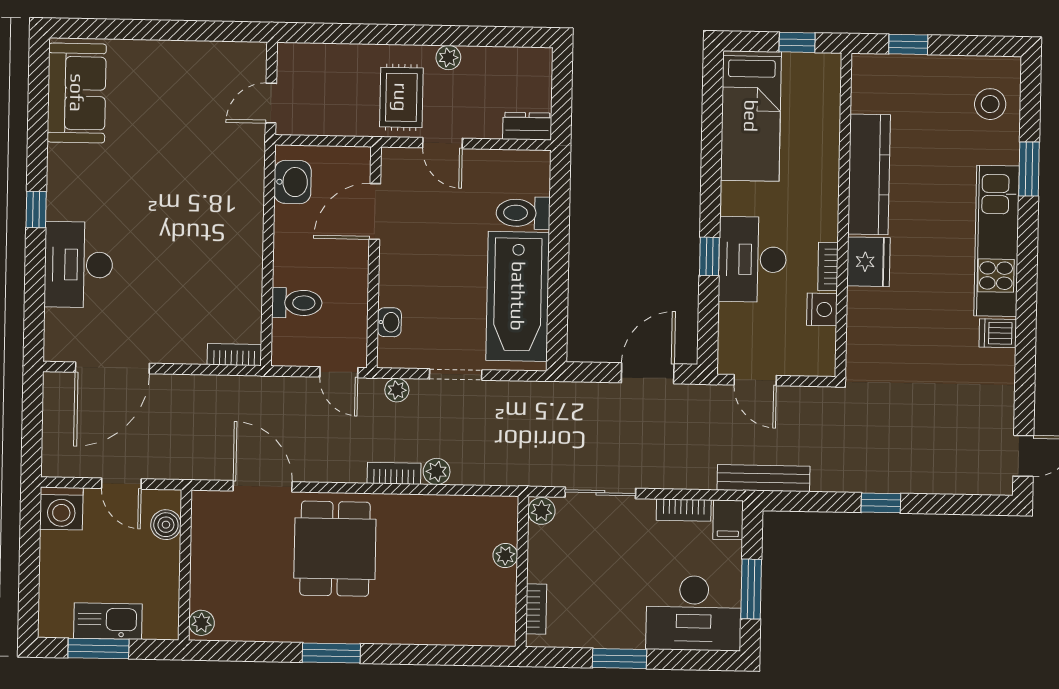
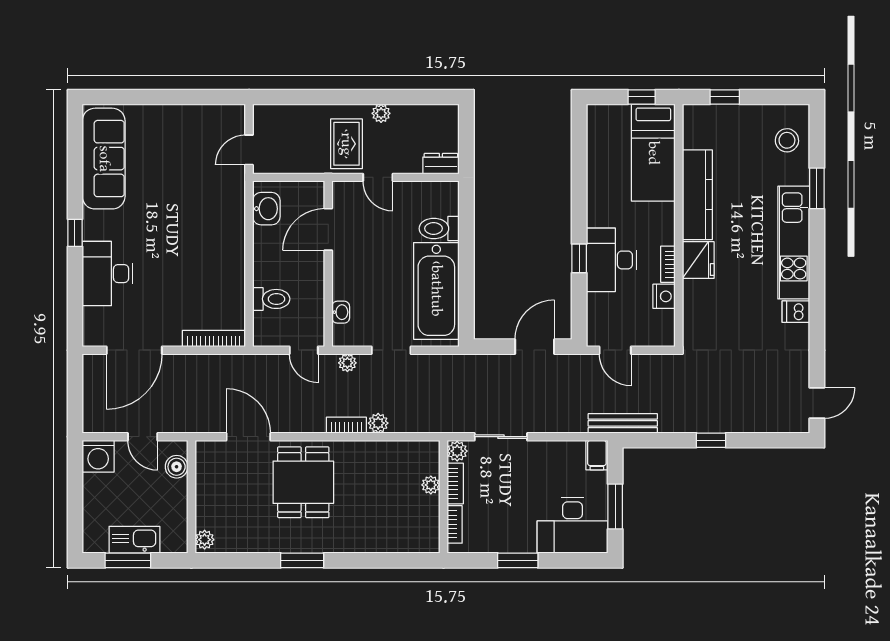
sofa: (77, 93) -> (104, 159), width x1.36
bed: (751, 116) -> (653, 153), moved
bookcase: (234, 355) -> (214, 339), width x1.56
bookcase: (684, 510) -> (455, 483), moved, turned -90

